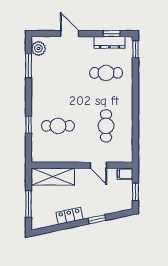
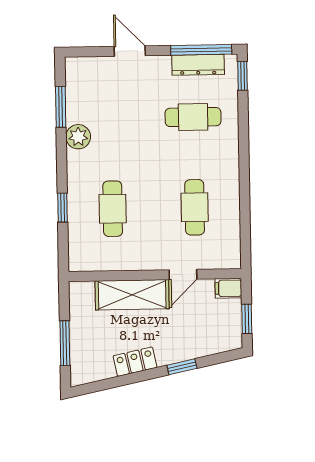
window: (112, 34) -> (201, 50), width x2.17
plant: (38, 48) -> (78, 137), moved
cafe table: (58, 126) -> (113, 209), turned 90
door: (98, 165) -> (183, 275), hinge flipped
shelving: (53, 177) -> (132, 295), moved

